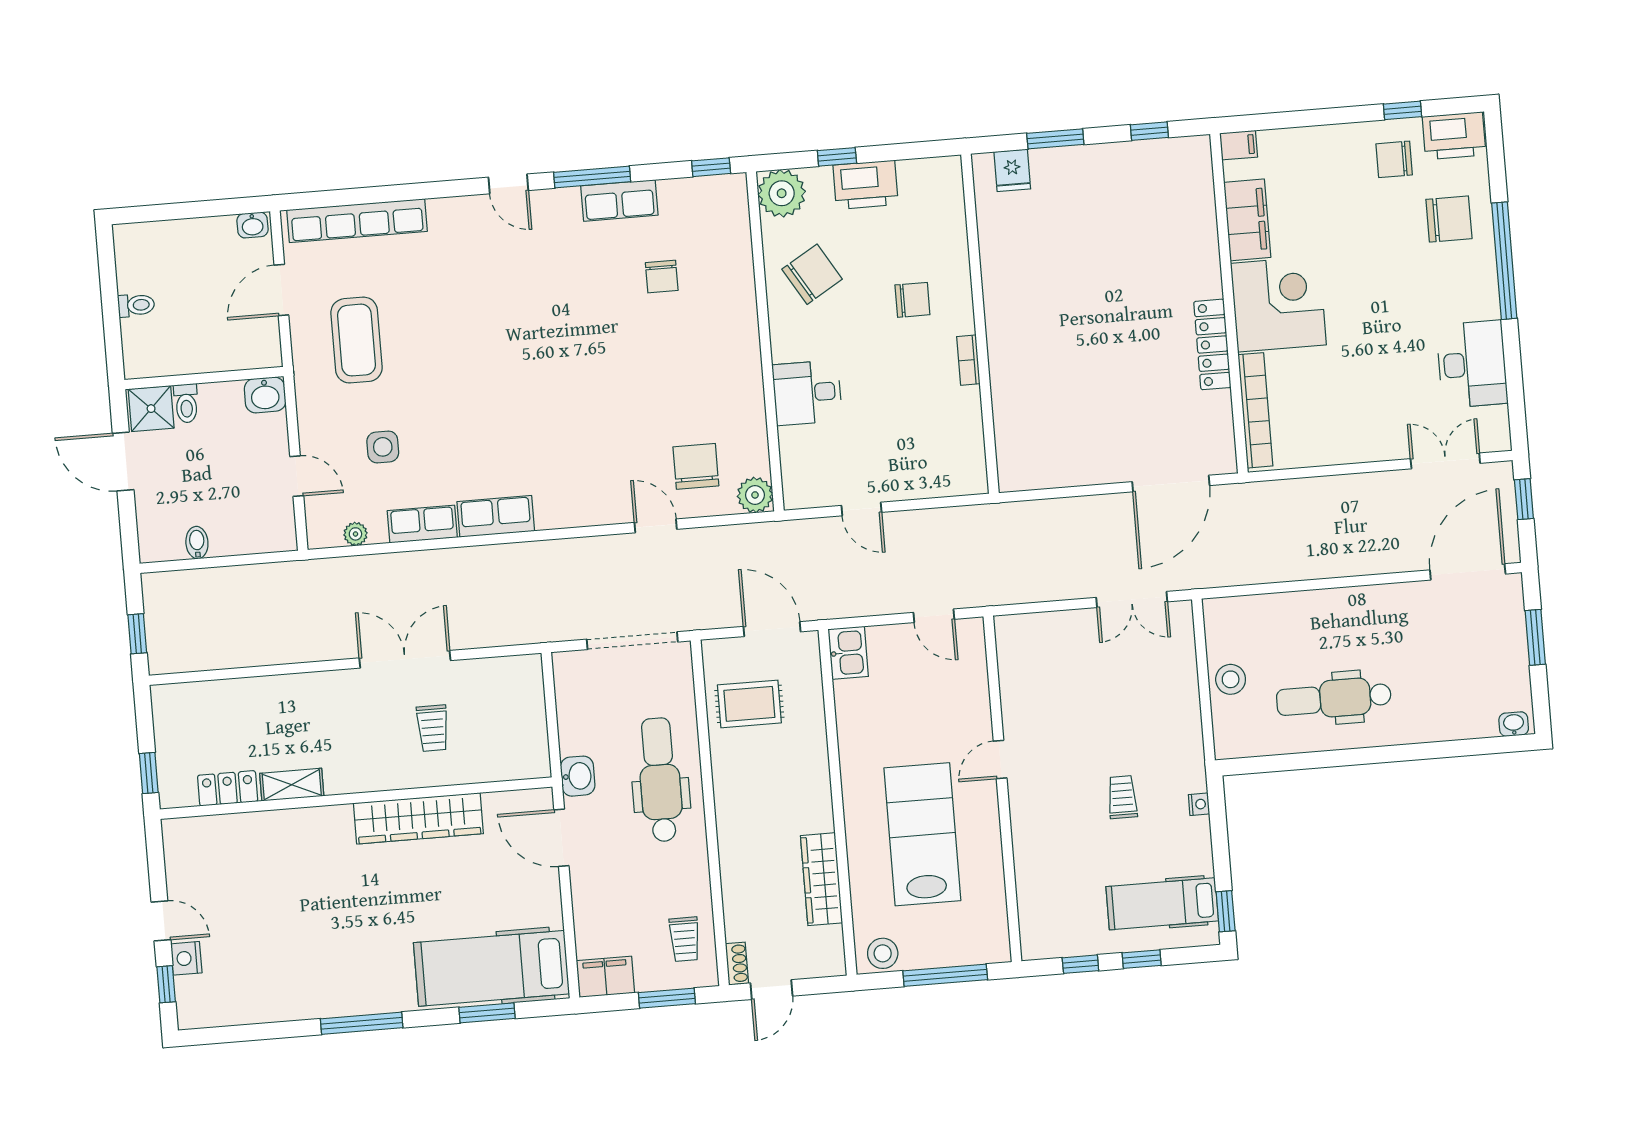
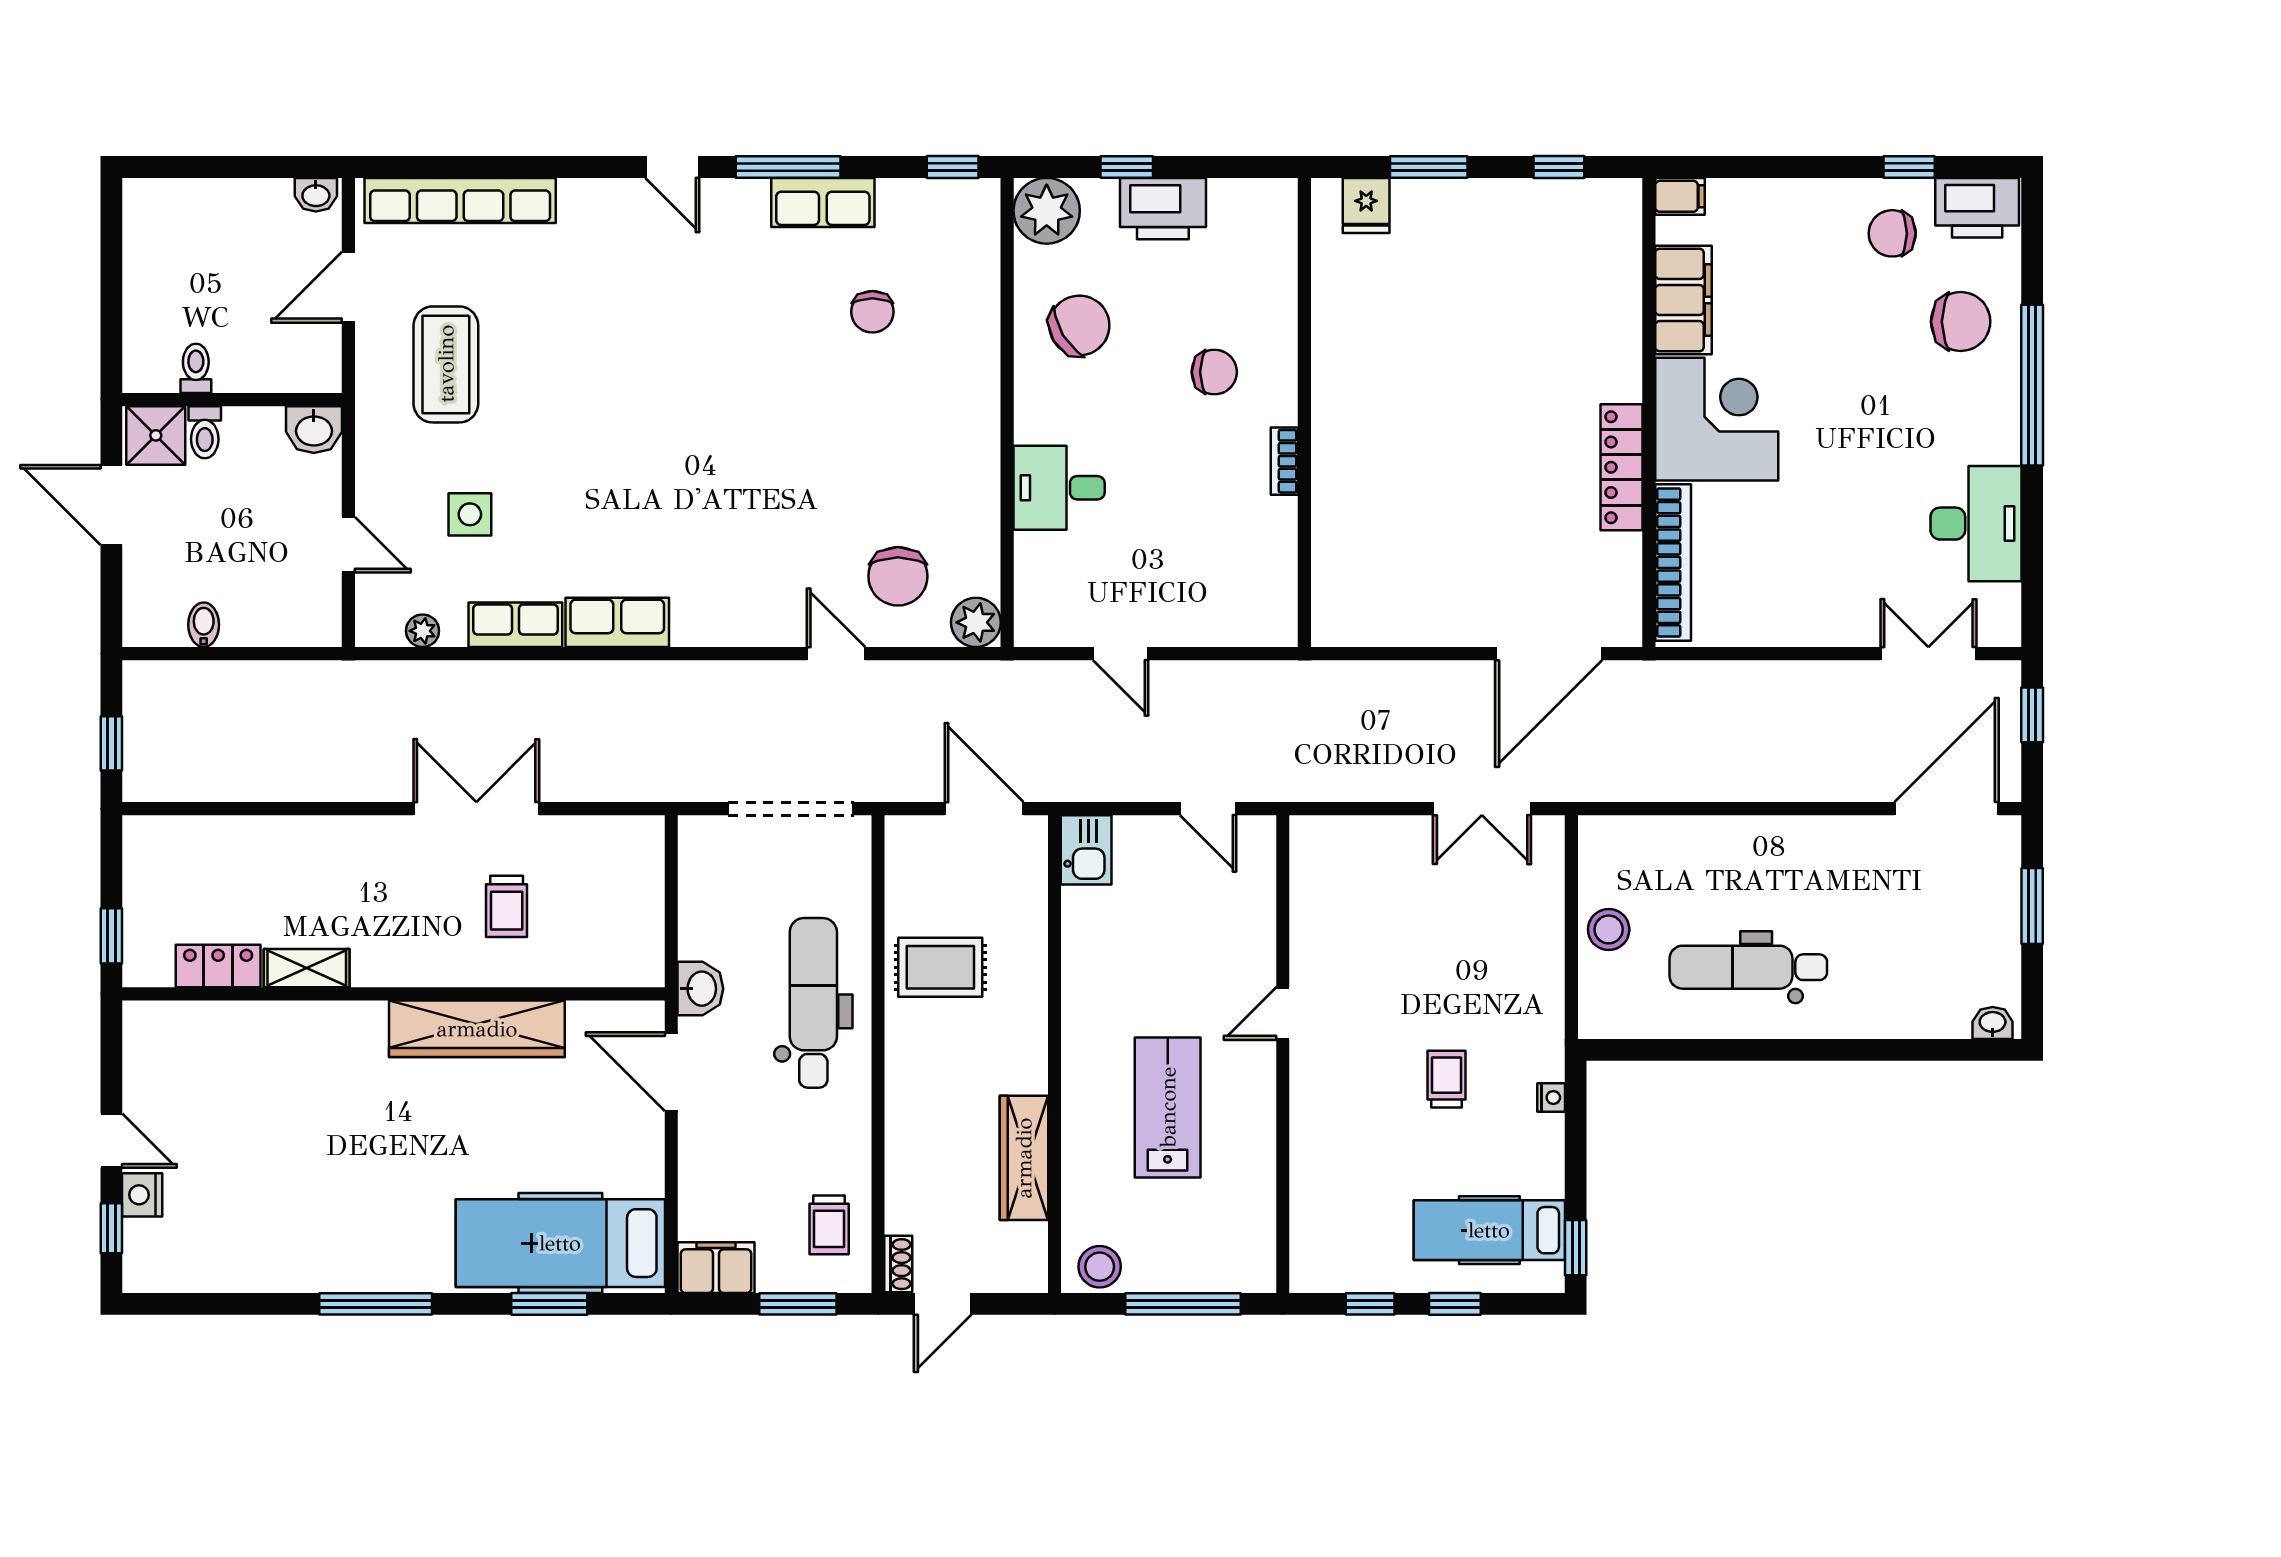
toilet: (136, 305) -> (196, 368), moved, turned -90
chair: (696, 466) -> (898, 576), turned 180
rug: (749, 704) -> (940, 967), moved
lab bench: (922, 834) -> (1168, 1107), width x0.73, depth x0.72

